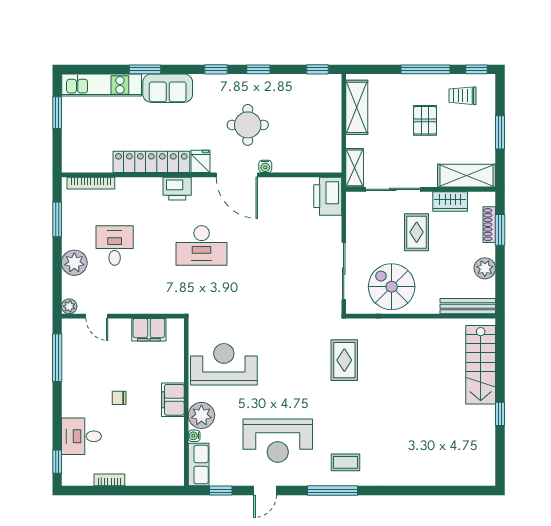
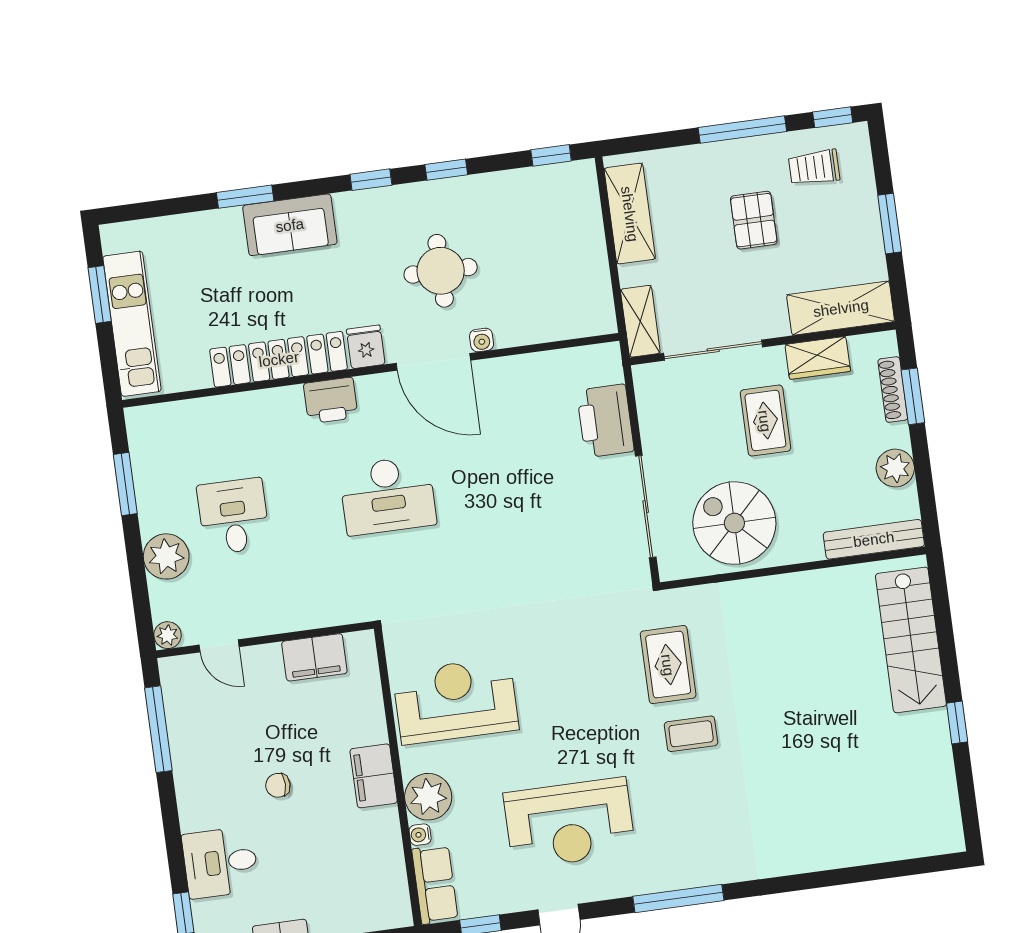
kitchen unit: (102, 85) -> (132, 324), moved, turned -90
bookcase: (91, 183) -> (176, 411), removed
printer: (328, 196) -> (605, 421), moved
coffee table: (346, 462) -> (691, 734), moved

